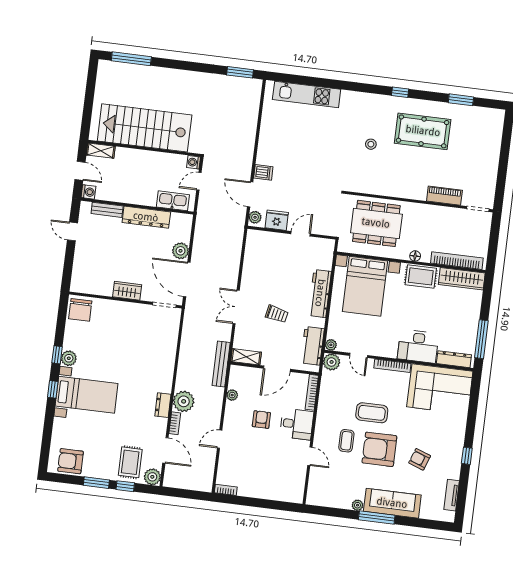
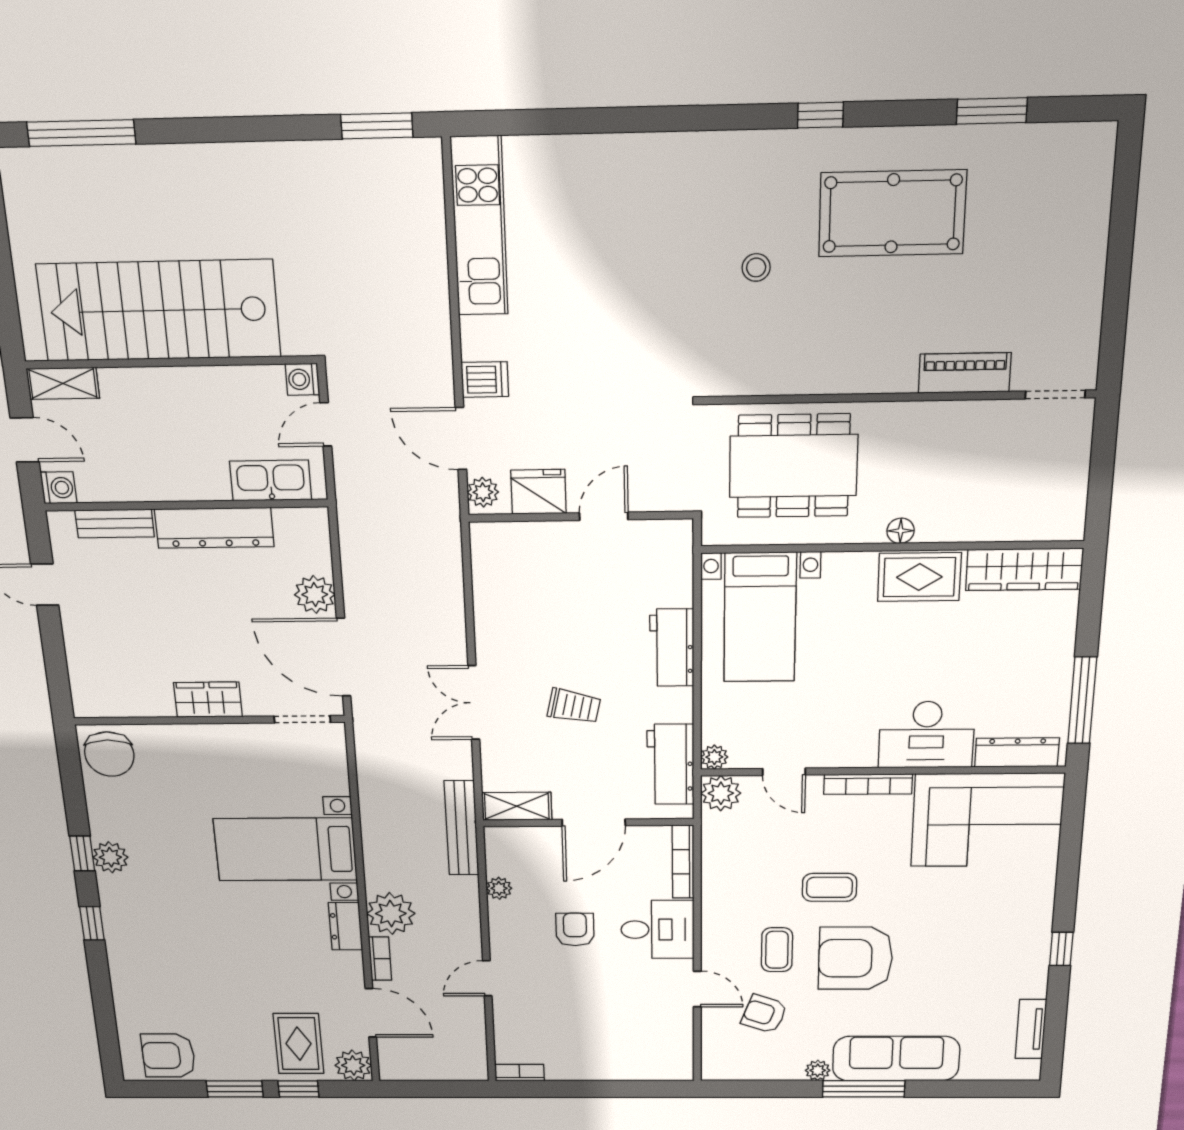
kitchen unit: (307, 94) -> (479, 226), moved, turned -90
bookcase: (457, 261) -> (1009, 528), removed
bed with nightstands: (365, 286) -> (760, 617), width x0.73
workbench: (320, 293) -> (672, 648), width x0.73
bed with nightstands: (87, 395) -> (285, 849), moved, turned 180
coffee table: (372, 413) -> (829, 887), width x0.73, depth x0.77
armchair: (420, 459) -> (764, 1014), moved

